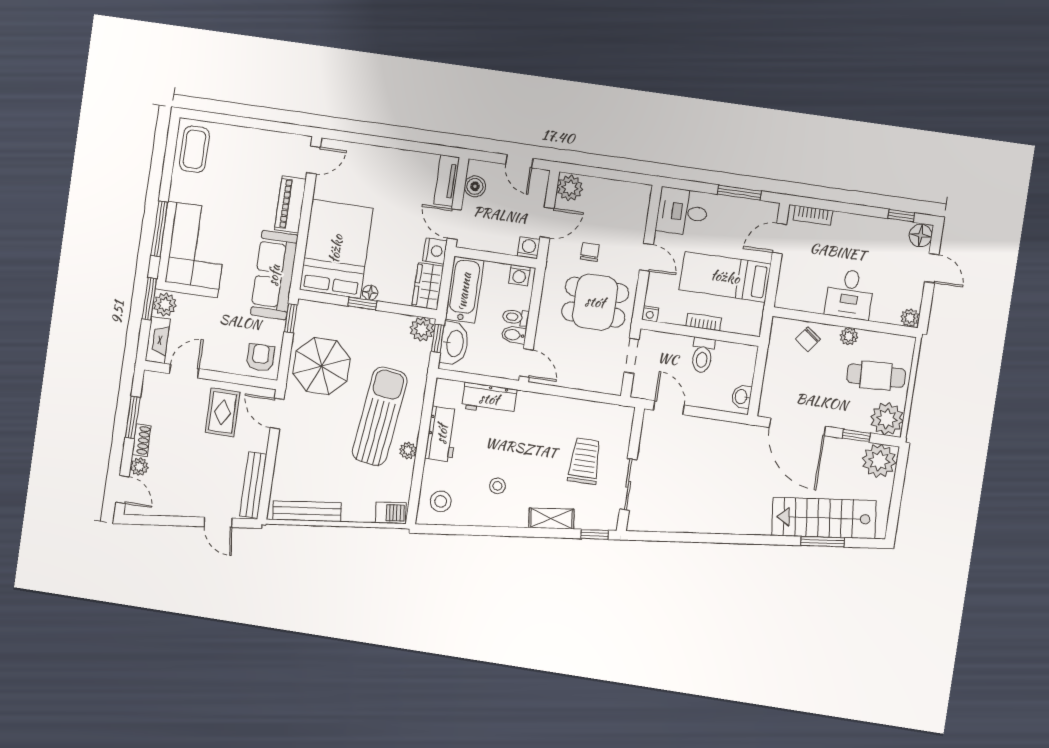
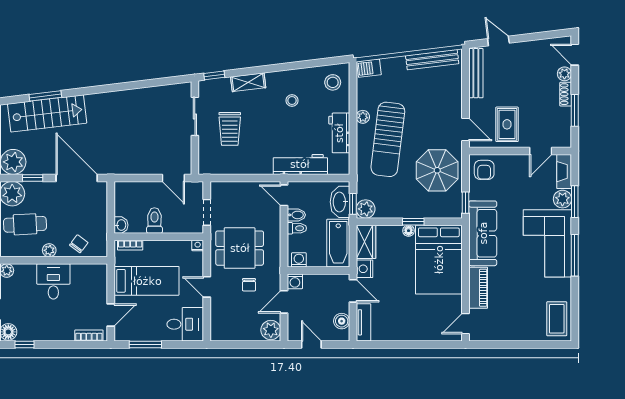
bookcase: (704, 322) -> (130, 245), moved
washbasin: (742, 397) -> (121, 225), moved
workbench: (489, 399) -> (300, 164), width x1.38

